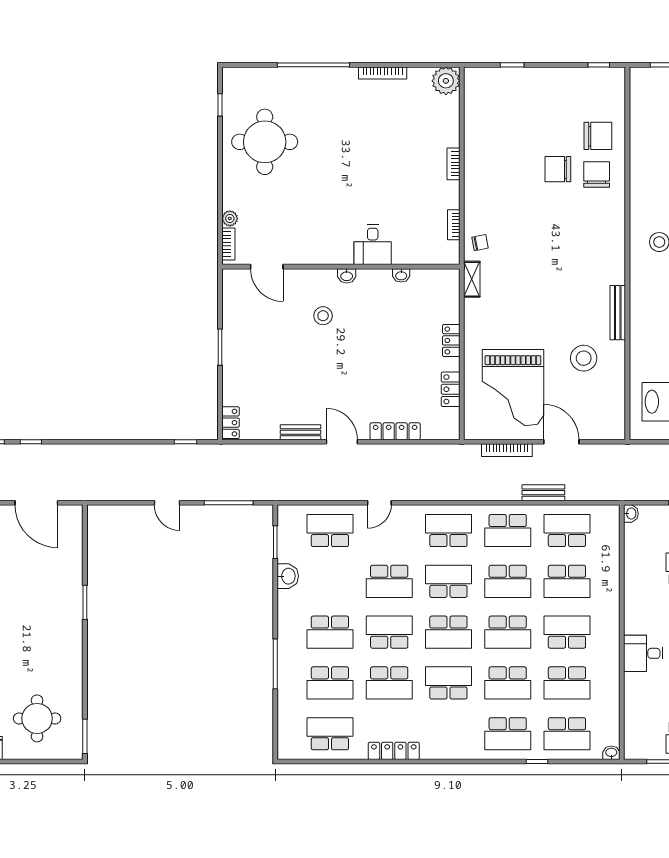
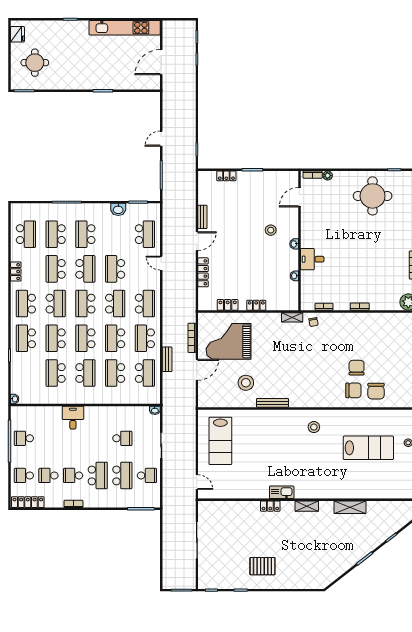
locker: (231, 423) -> (226, 176), moved
school desk: (567, 734) -> (26, 304), moved
locker: (394, 751) -> (16, 272), width x0.66

